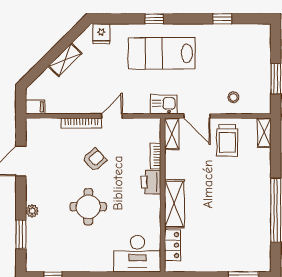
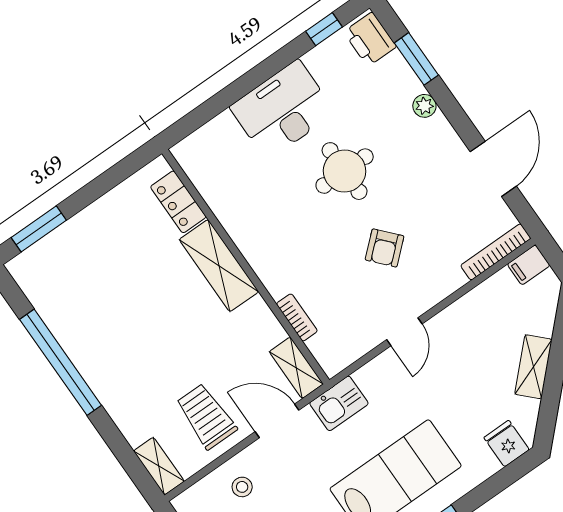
bookcase: (81, 123) -> (496, 252), moved
printer: (151, 182) -> (370, 39), moved, turned 180
desk: (137, 254) -> (283, 110), moved

